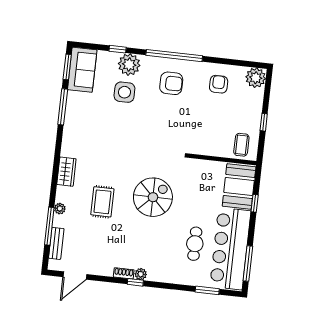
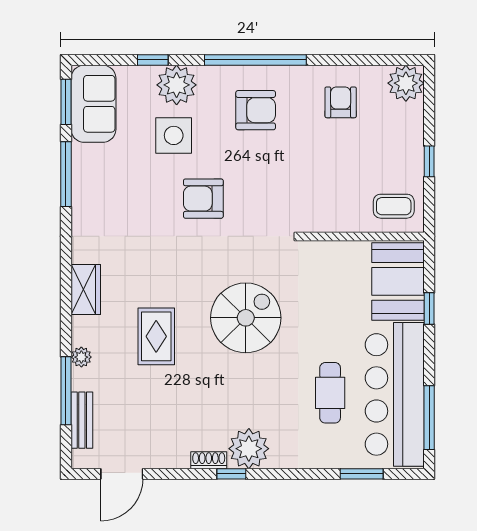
armchair: (137, 129) -> (203, 199), added
coffee table: (241, 145) -> (394, 206), turned 90
plant: (141, 274) -> (249, 449), width x1.88, depth x1.88

